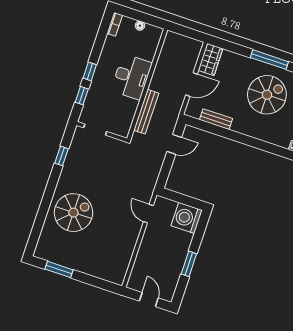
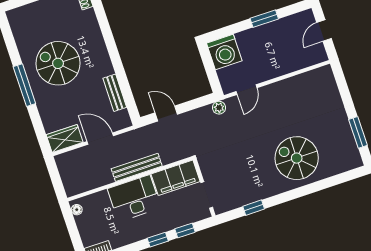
floor lamp: (140, 26) -> (77, 210), moved
bench: (146, 112) -> (137, 167), moved
filing cabinet: (124, 117) -> (176, 178), added
plant: (150, 185) -> (219, 108), added

